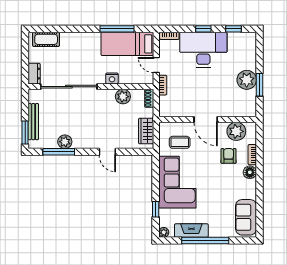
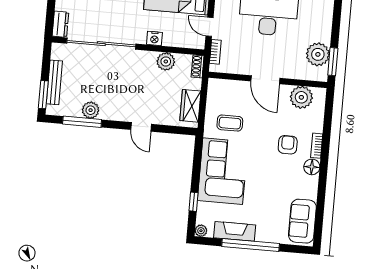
door: (206, 120) -> (265, 80), moved
wall: (208, 120) -> (268, 80), moved
plant: (236, 131) -> (301, 97), moved

